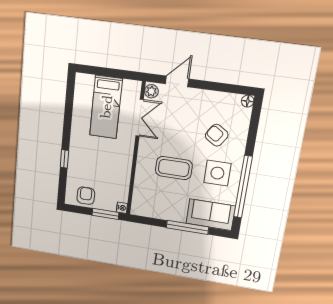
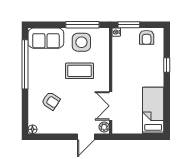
bed: (106, 107) -> (153, 110), moved
side table: (217, 173) -> (81, 42), moved
window: (187, 227) -> (82, 25), moved

